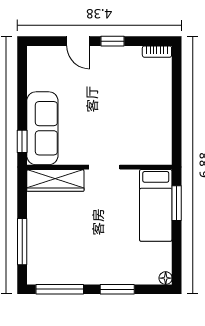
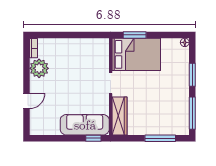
window: (113, 41) -> (26, 78), removed
plant: (127, 60) -> (39, 68), added
bed: (156, 205) -> (136, 54), width x1.50

